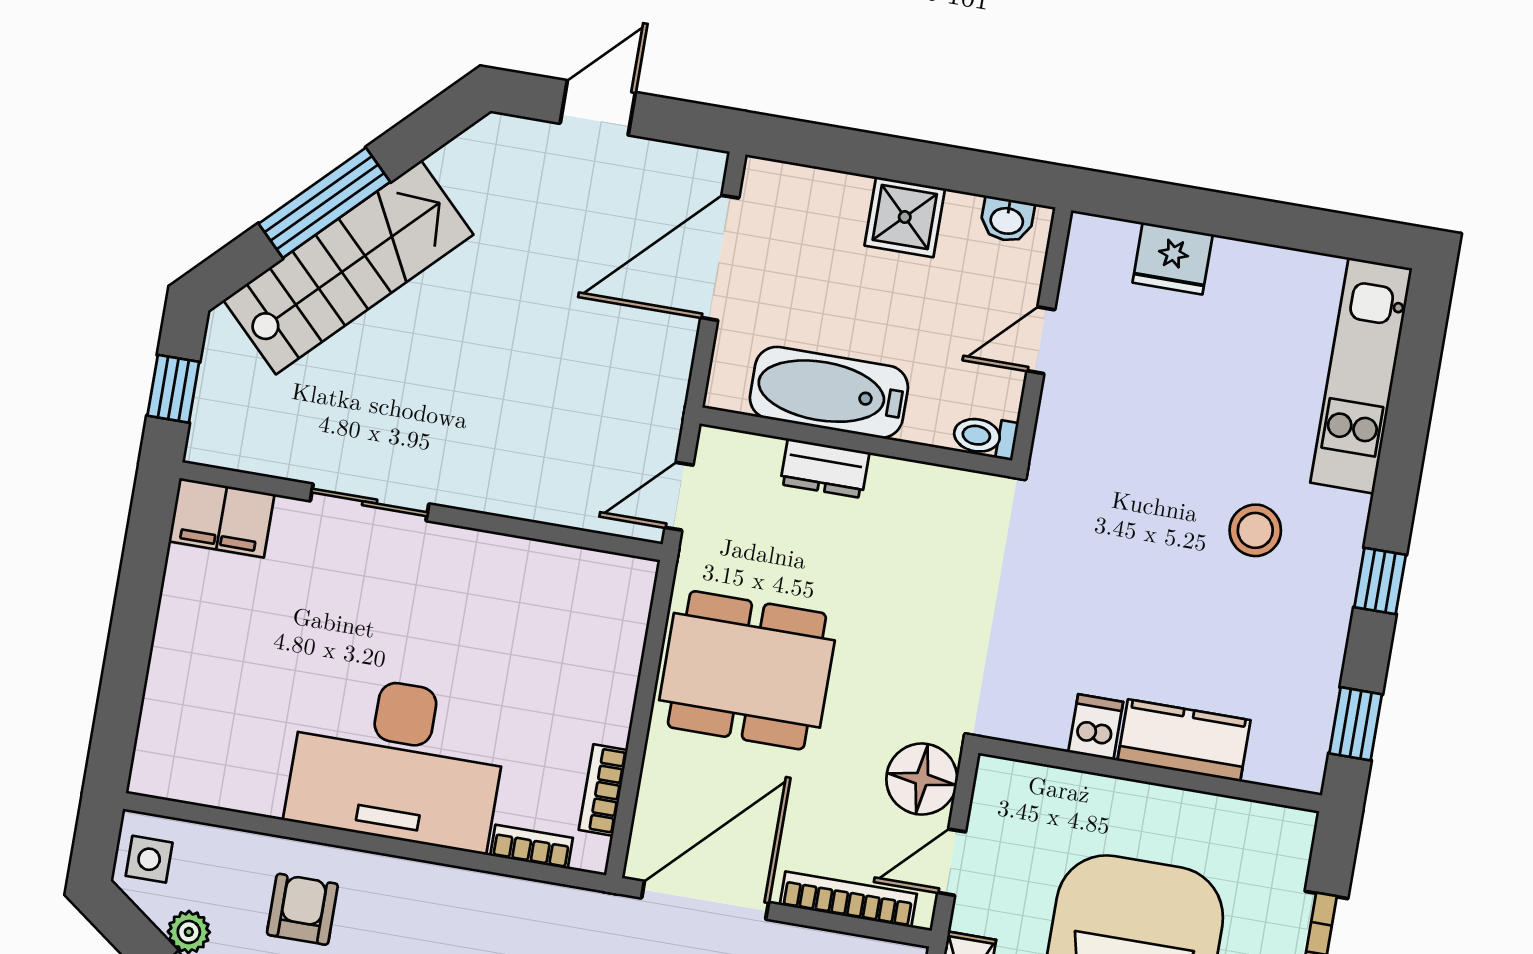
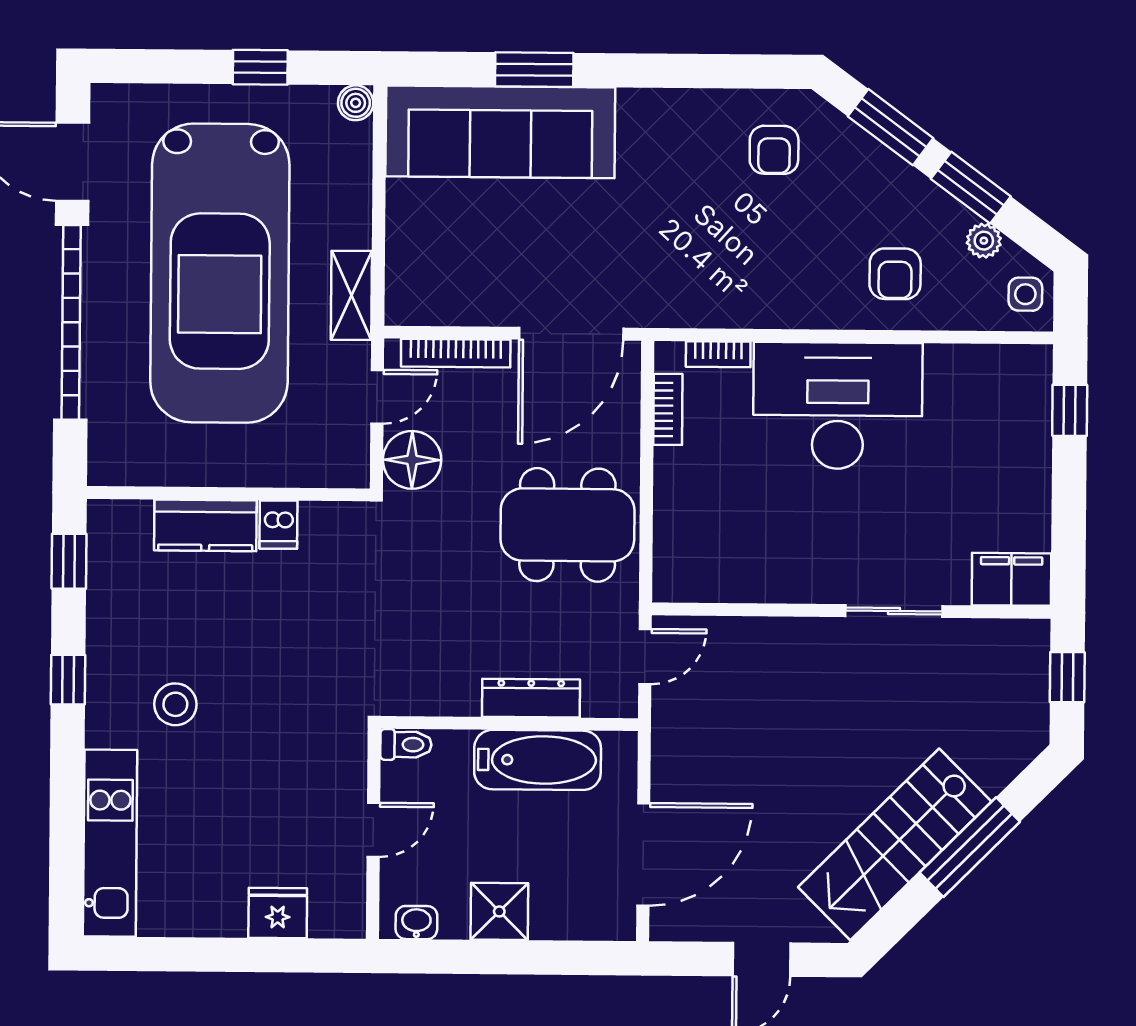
stairs: (348, 267) -> (895, 844), moved
dresser: (825, 468) -> (531, 698), width x1.44
window: (118, 710) -> (1070, 410), added

